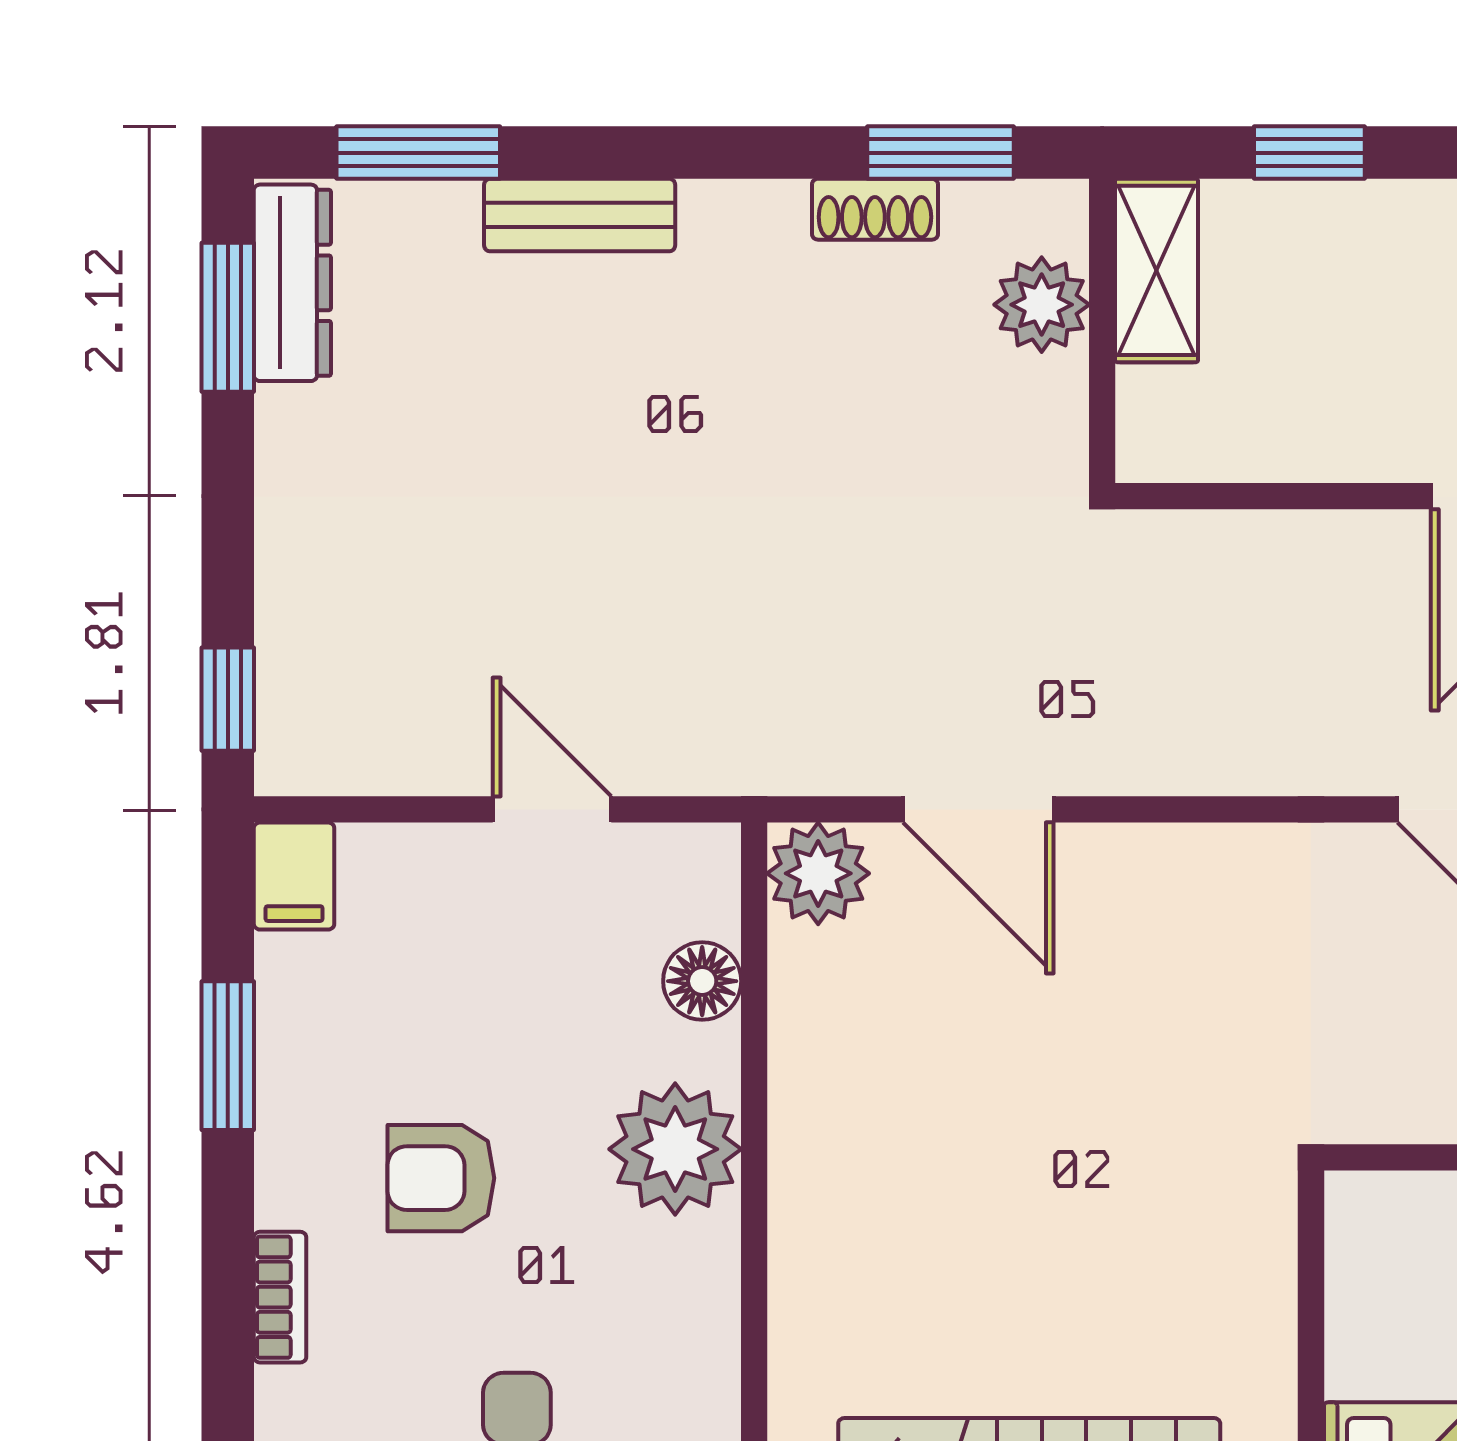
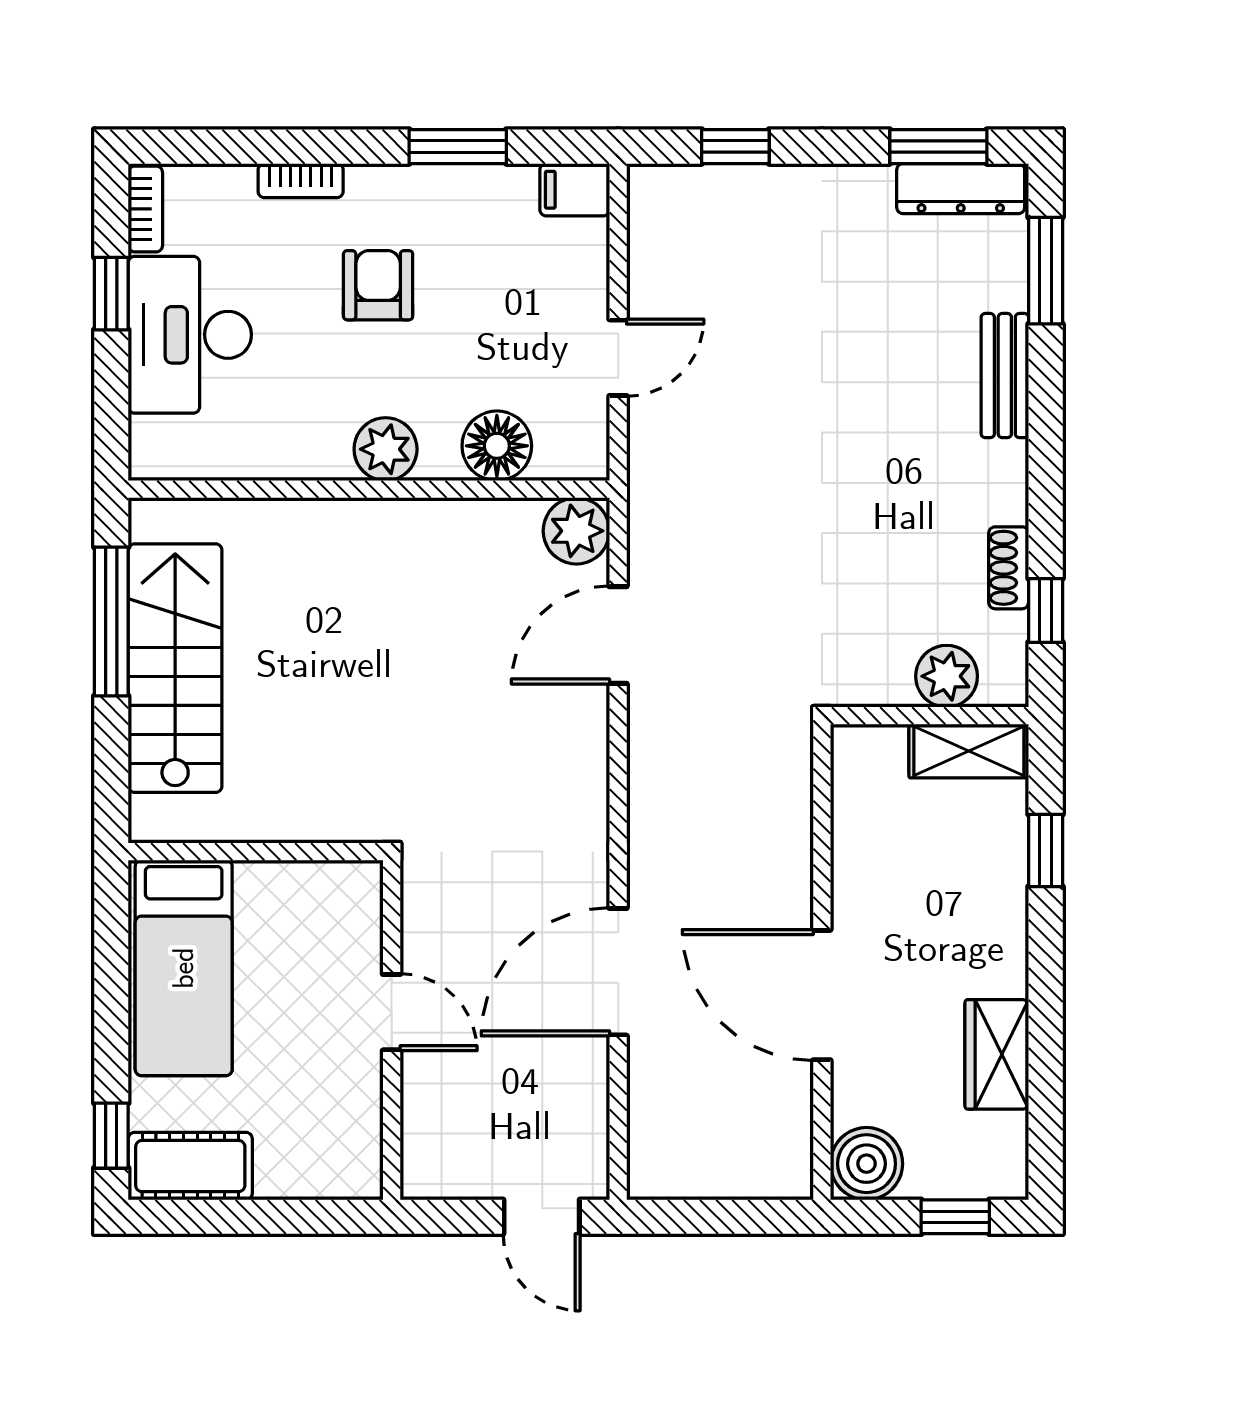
window: (940, 153) -> (1046, 610), width x0.67
window: (228, 699) -> (735, 147), moved
floor lamp: (702, 981) -> (497, 446), width x1.38, depth x1.38
plant: (675, 1149) -> (386, 449), width x0.73, depth x0.73

